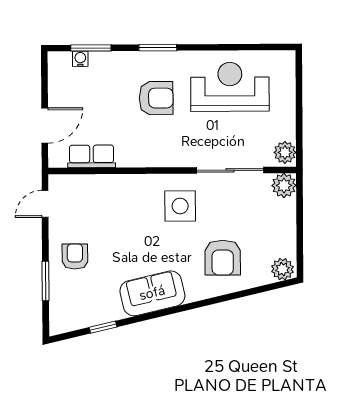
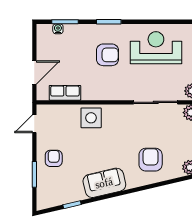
side table: (180, 206) -> (91, 118), moved
armchair: (223, 258) -> (151, 160), turned 180

